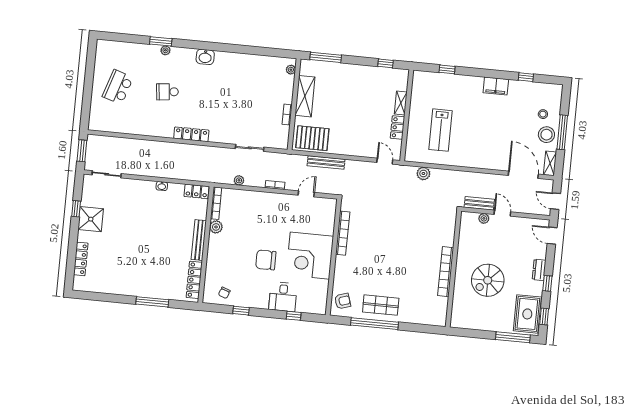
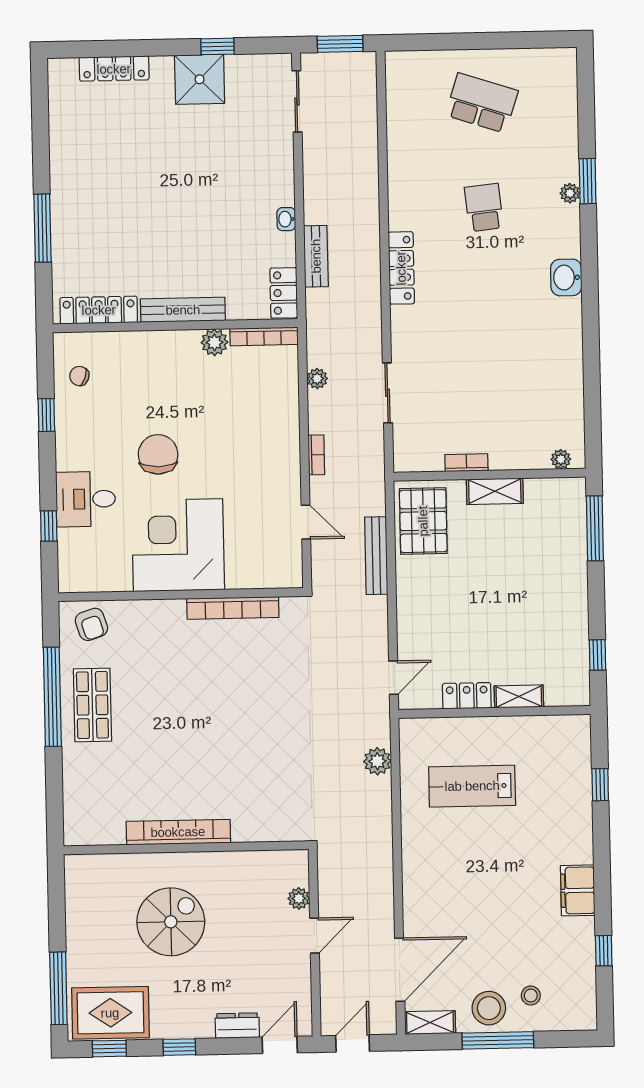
shelving: (305, 96) -> (495, 491), width x0.67, depth x0.75
bench: (479, 203) -> (316, 256), moved
dresser: (539, 270) -> (237, 1026), moved
spiral stairs: (488, 280) -> (171, 922), turned 90

